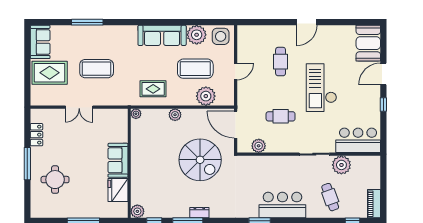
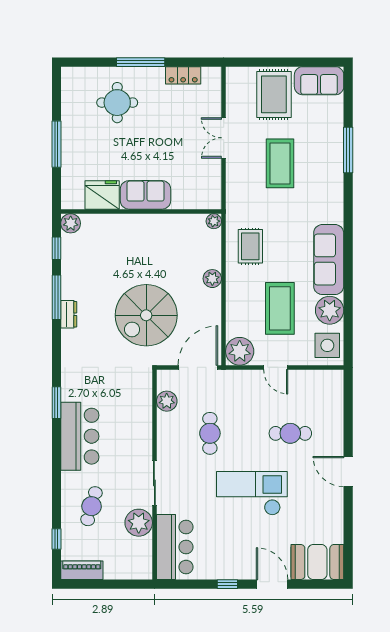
plant: (206, 96) -> (240, 351), moved
cafe table: (330, 197) -> (92, 506), turned -54

